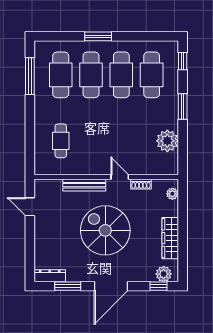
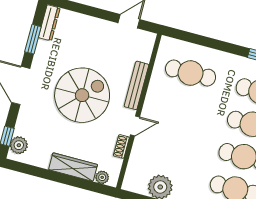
cafe table: (61, 141) -> (191, 73), width x1.37, depth x1.35
wardrobe: (170, 238) -> (73, 167), moved

